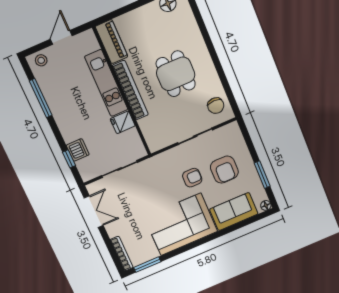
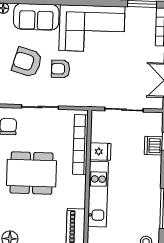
dining table: (176, 74) -> (31, 173), width x1.38
bookcase: (130, 90) -> (80, 145), moved
armchair: (224, 170) -> (27, 62), turned -74

